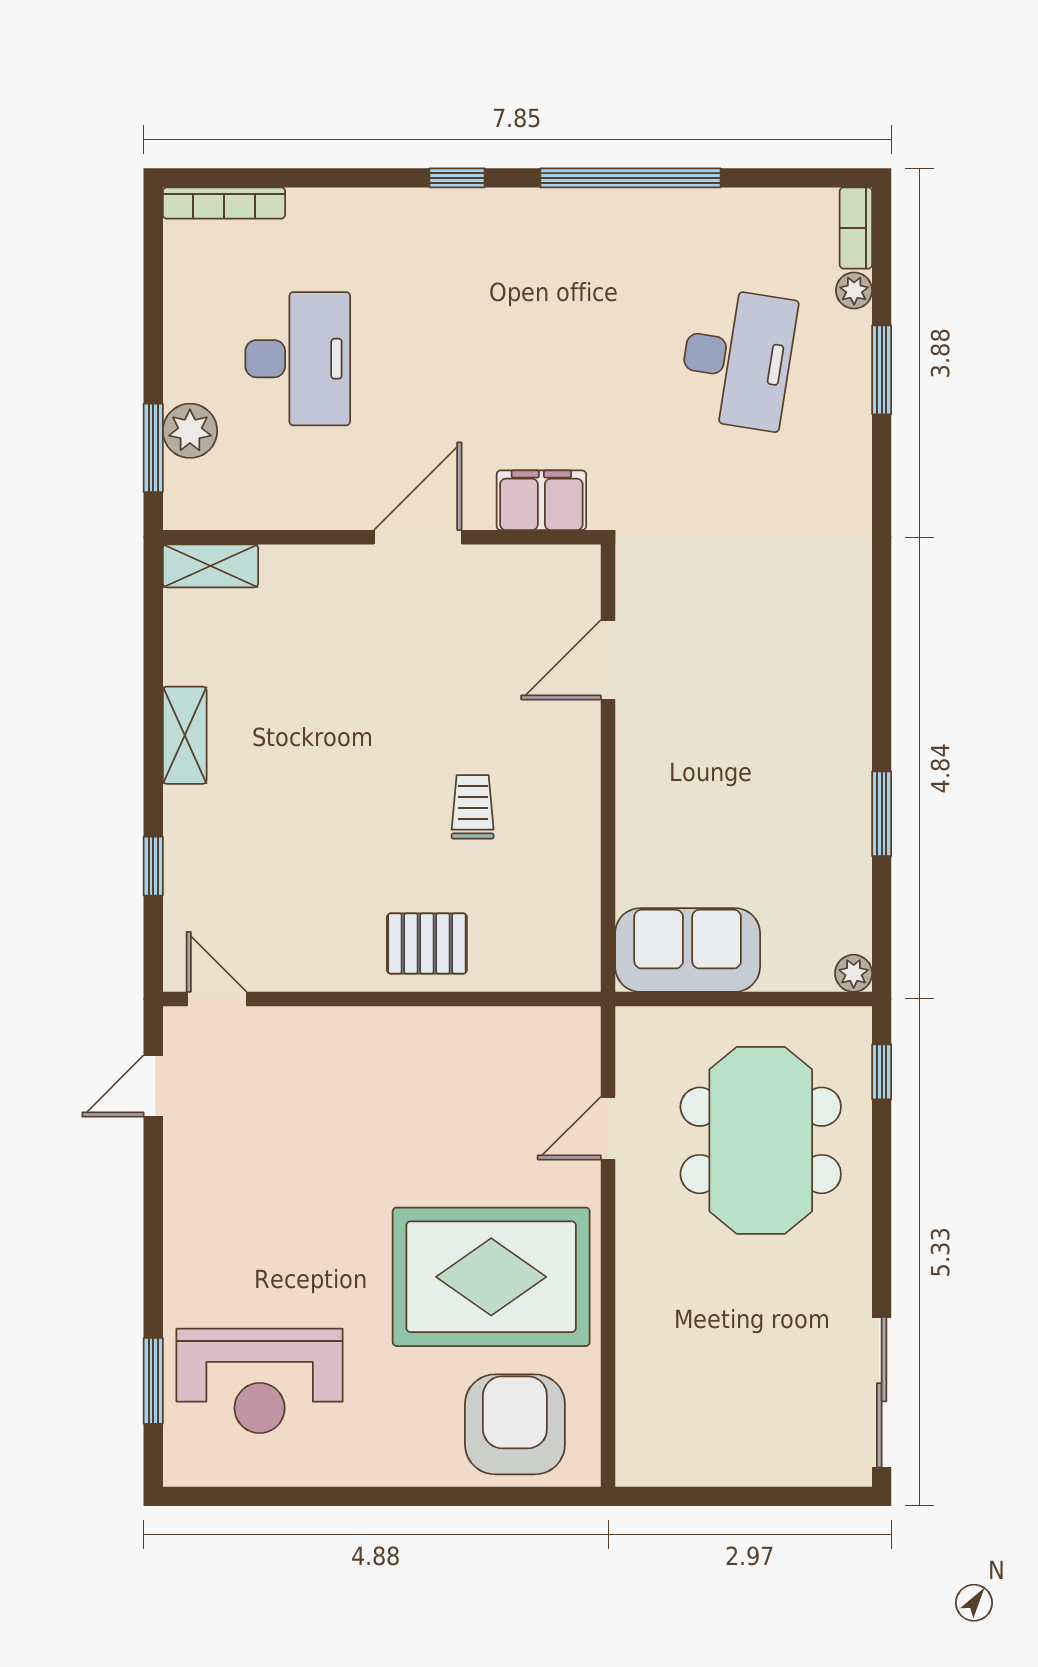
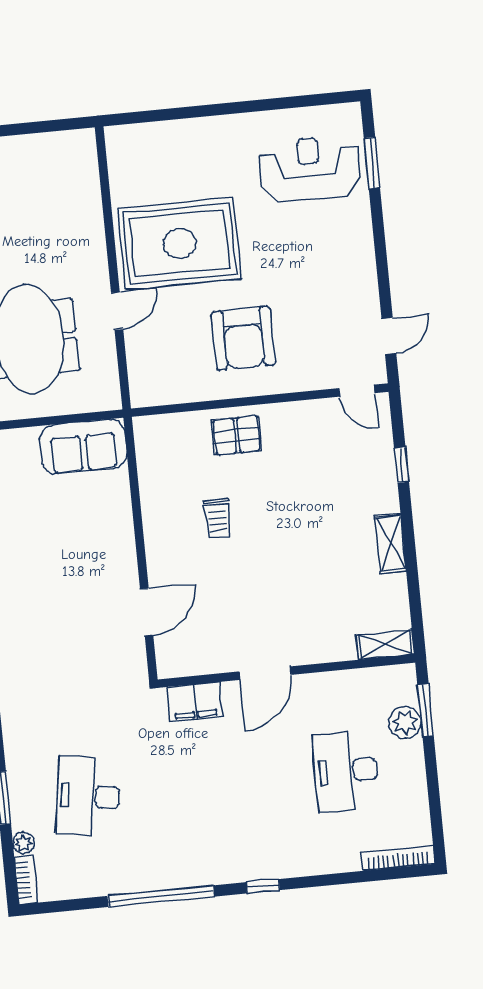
door: (608, 1128) -> (117, 311), moved
armchair: (515, 1424) -> (243, 338), moved

